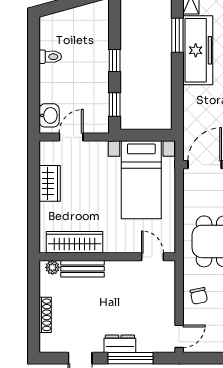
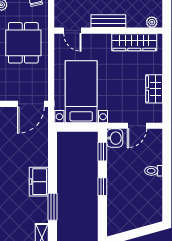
freezer: (198, 50) -> (39, 182), width x0.52, depth x0.79
toilet: (50, 57) -> (154, 171), moved
washbasin: (49, 115) -> (115, 138), moved, turned 180
bench: (83, 269) -> (108, 21), moved

